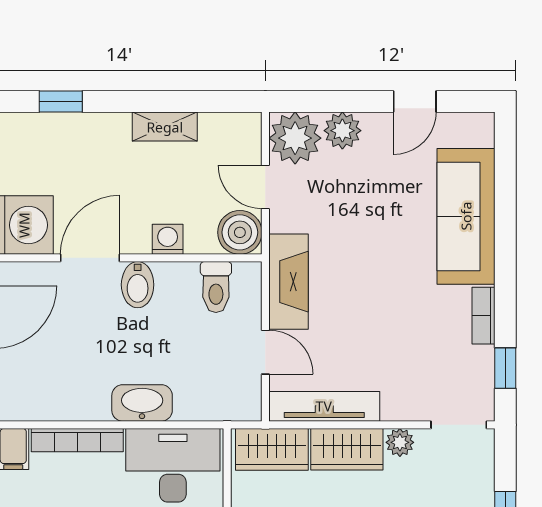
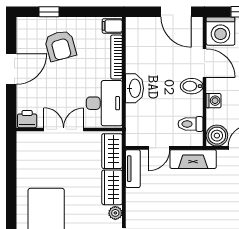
tv unit: (324, 406) -> (133, 169), width x0.71

